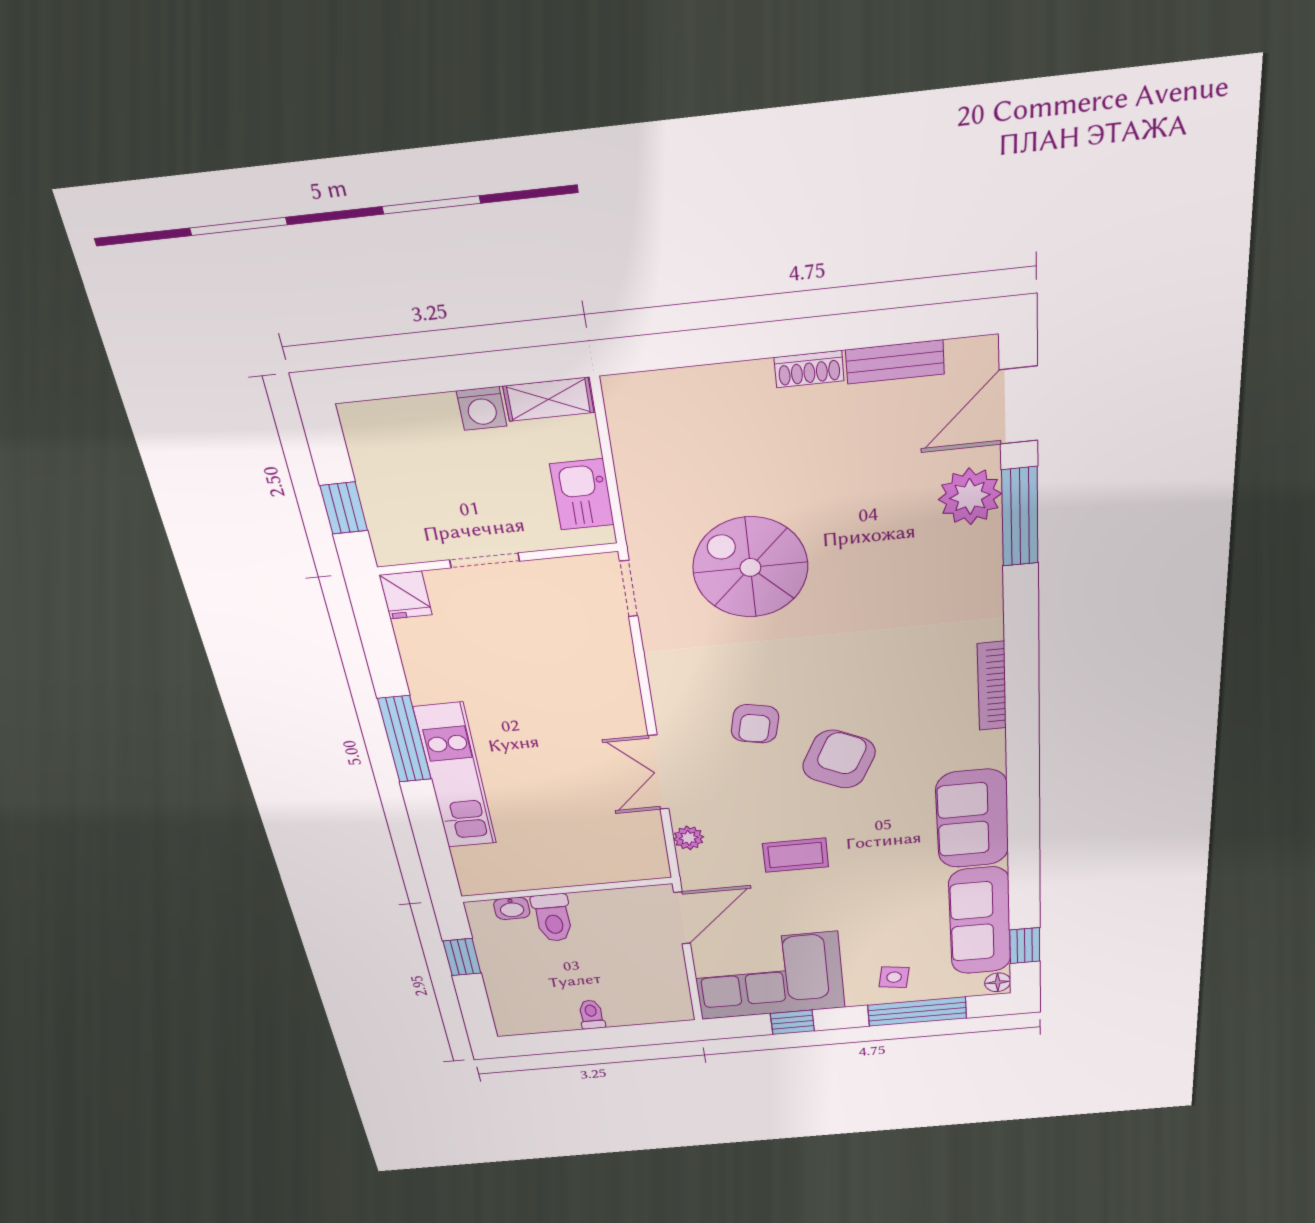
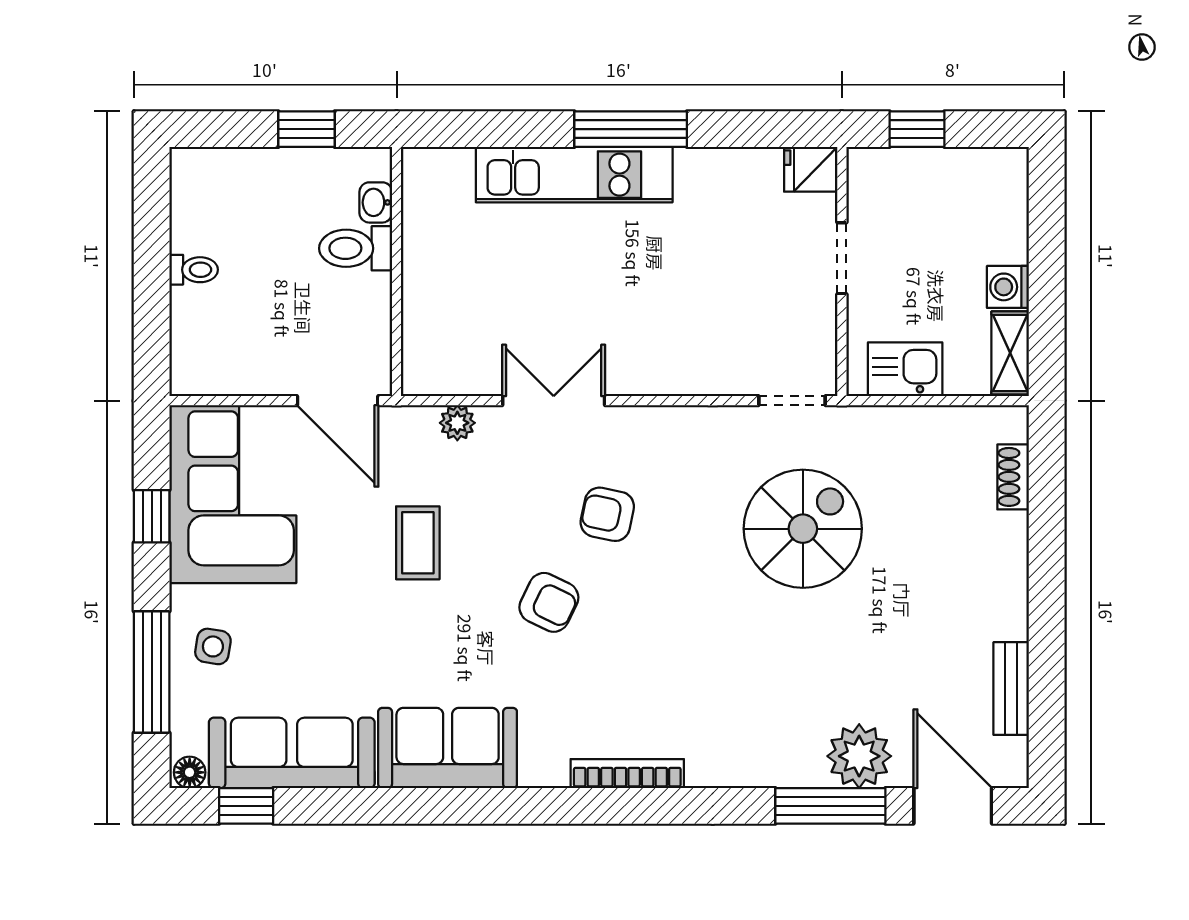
shoe rack: (809, 369) -> (1013, 477), moved
armchair: (839, 759) -> (549, 602), width x0.72, depth x0.72

